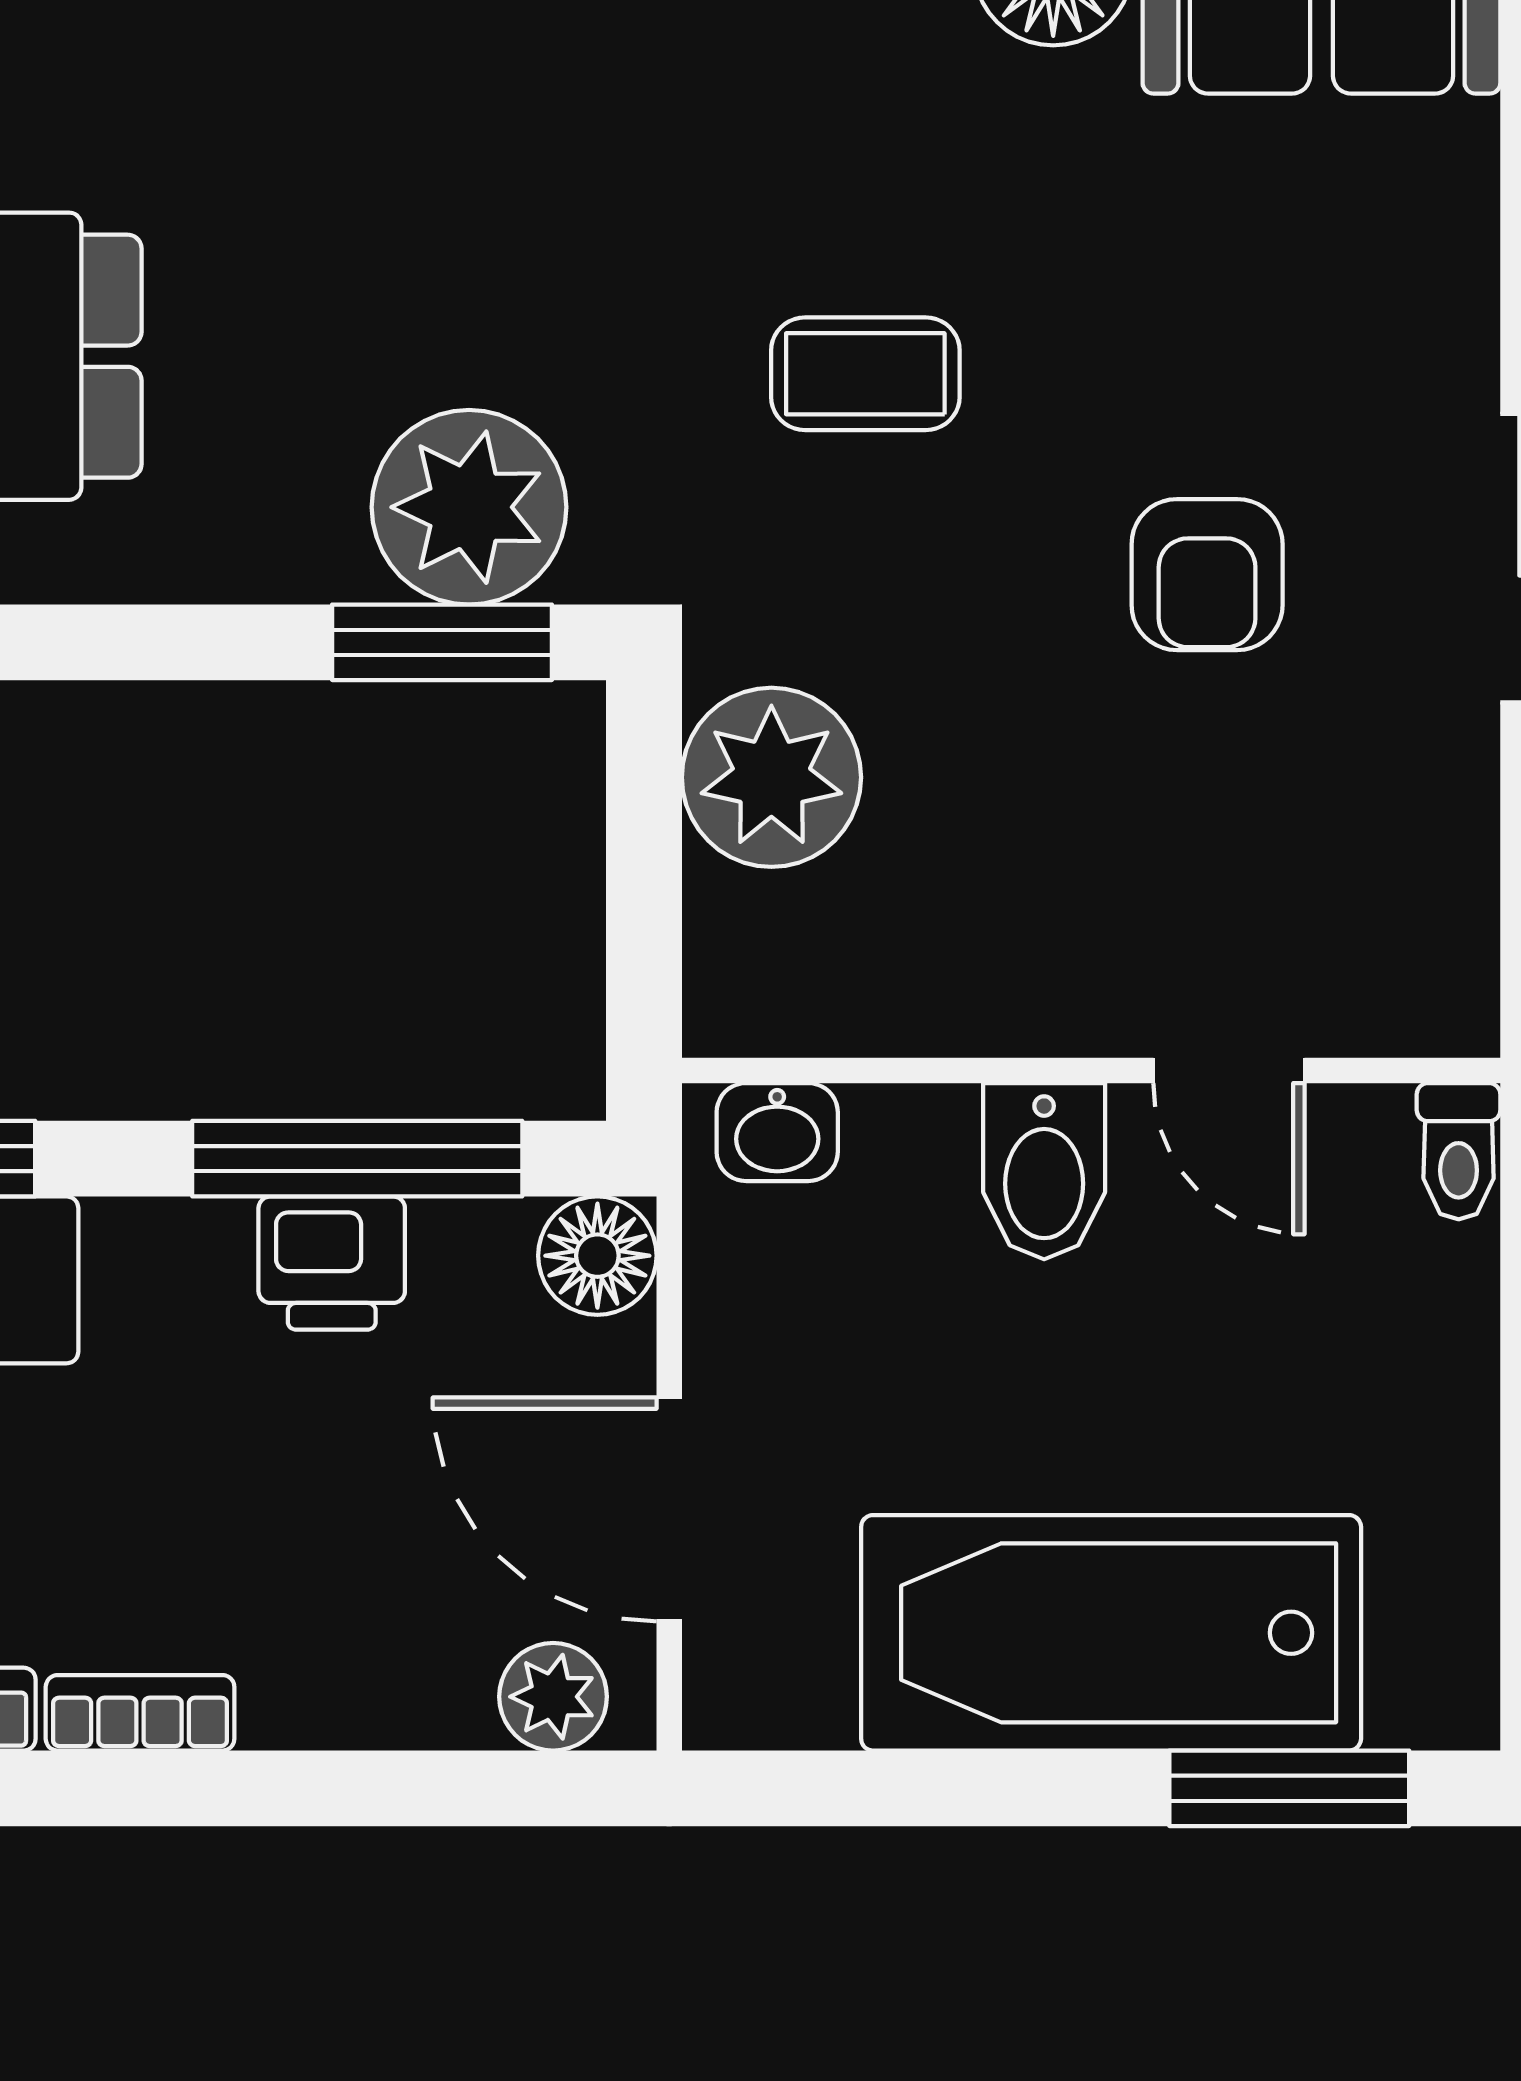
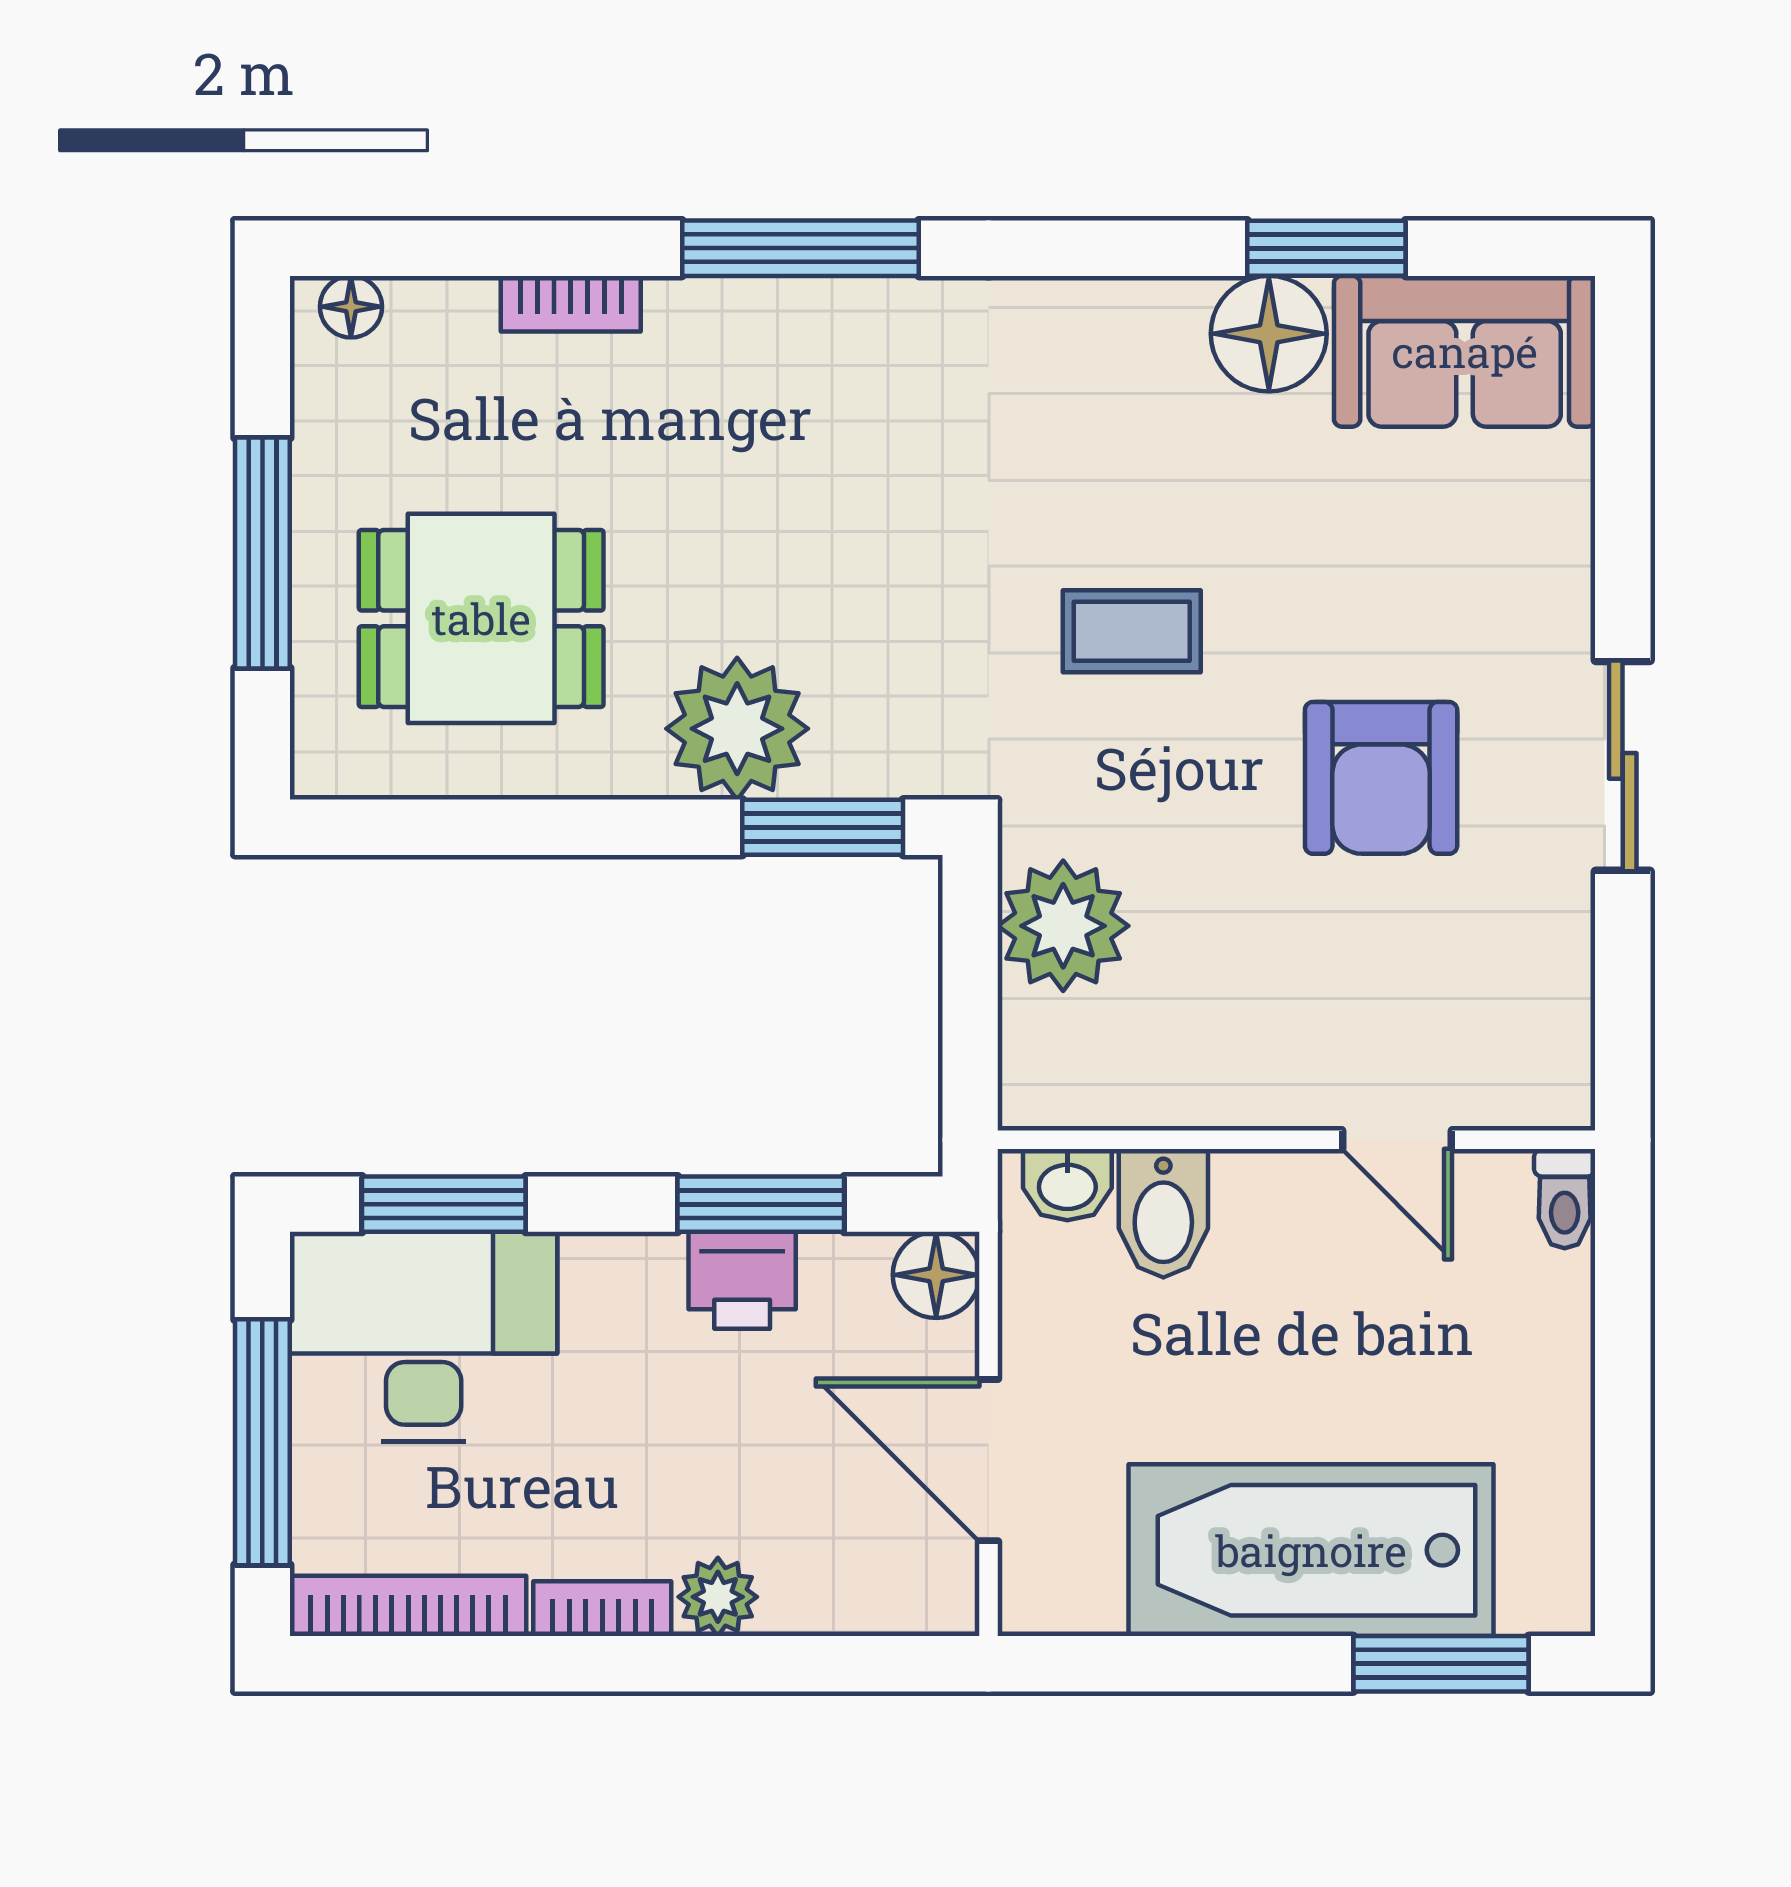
plant: (469, 507) -> (737, 729), moved
armchair: (1207, 575) -> (1381, 778), width x1.38, depth x1.38
window: (357, 1159) -> (761, 1204), width x0.69
bidet: (1044, 1171) -> (1163, 1213), moved
plant: (553, 1697) -> (718, 1597), moved

